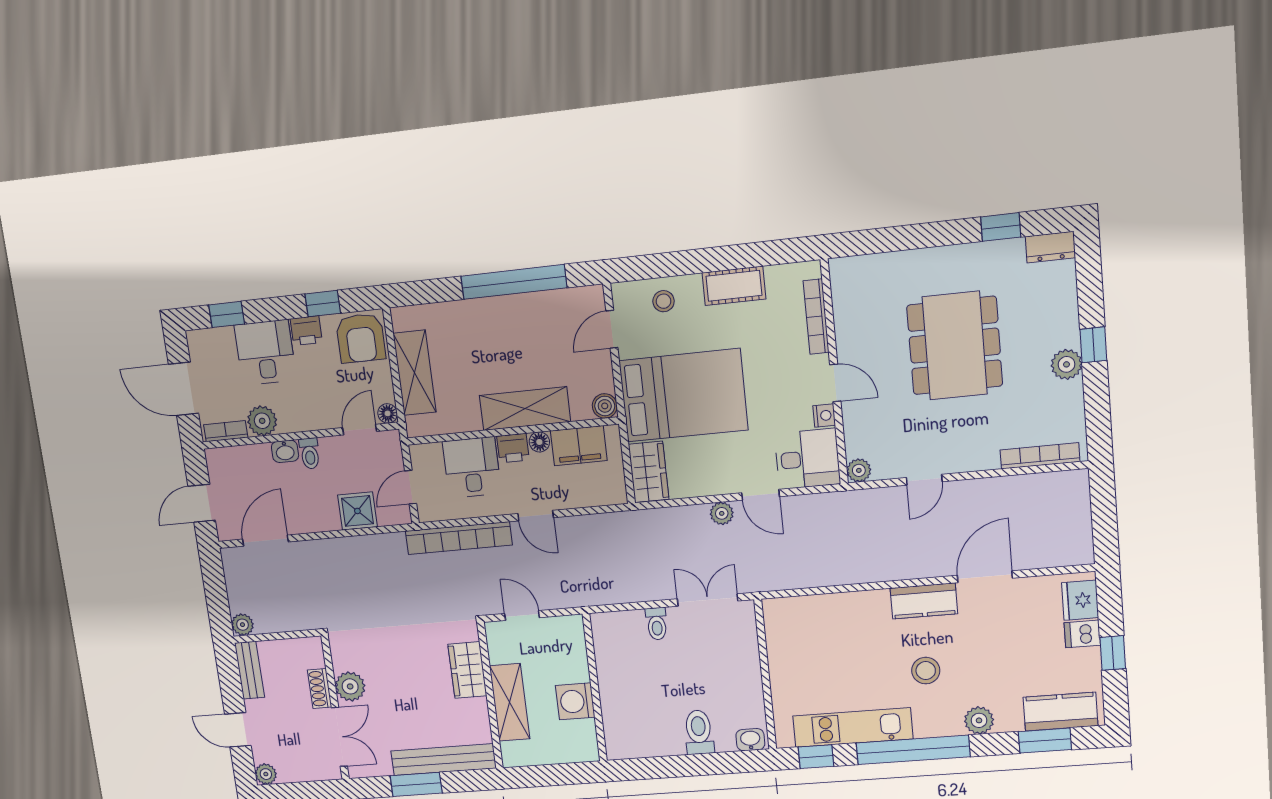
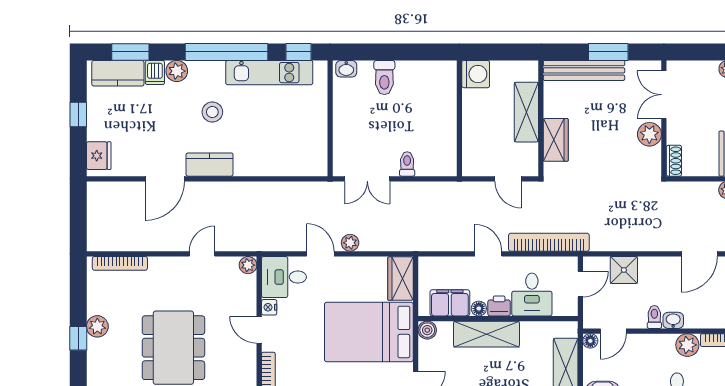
dishwasher: (1082, 634) -> (155, 73), moved, turned 90
shoe rack: (320, 688) -> (674, 161), moved
washing machine: (575, 701) -> (476, 74), moved

